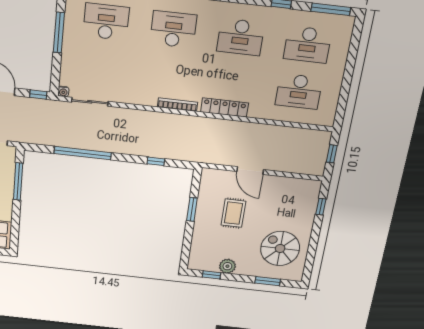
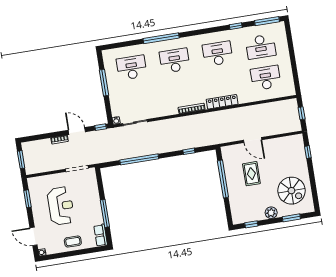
desk: (240, 37) -> (218, 54), turned 180
desk: (299, 91) -> (266, 78), turned 180
window: (18, 181) -> (105, 213), moved
window: (192, 209) -> (223, 179), width x2.11
spiral stairs: (280, 248) -> (291, 191), turned 180
plant: (227, 266) -> (271, 213), moved

